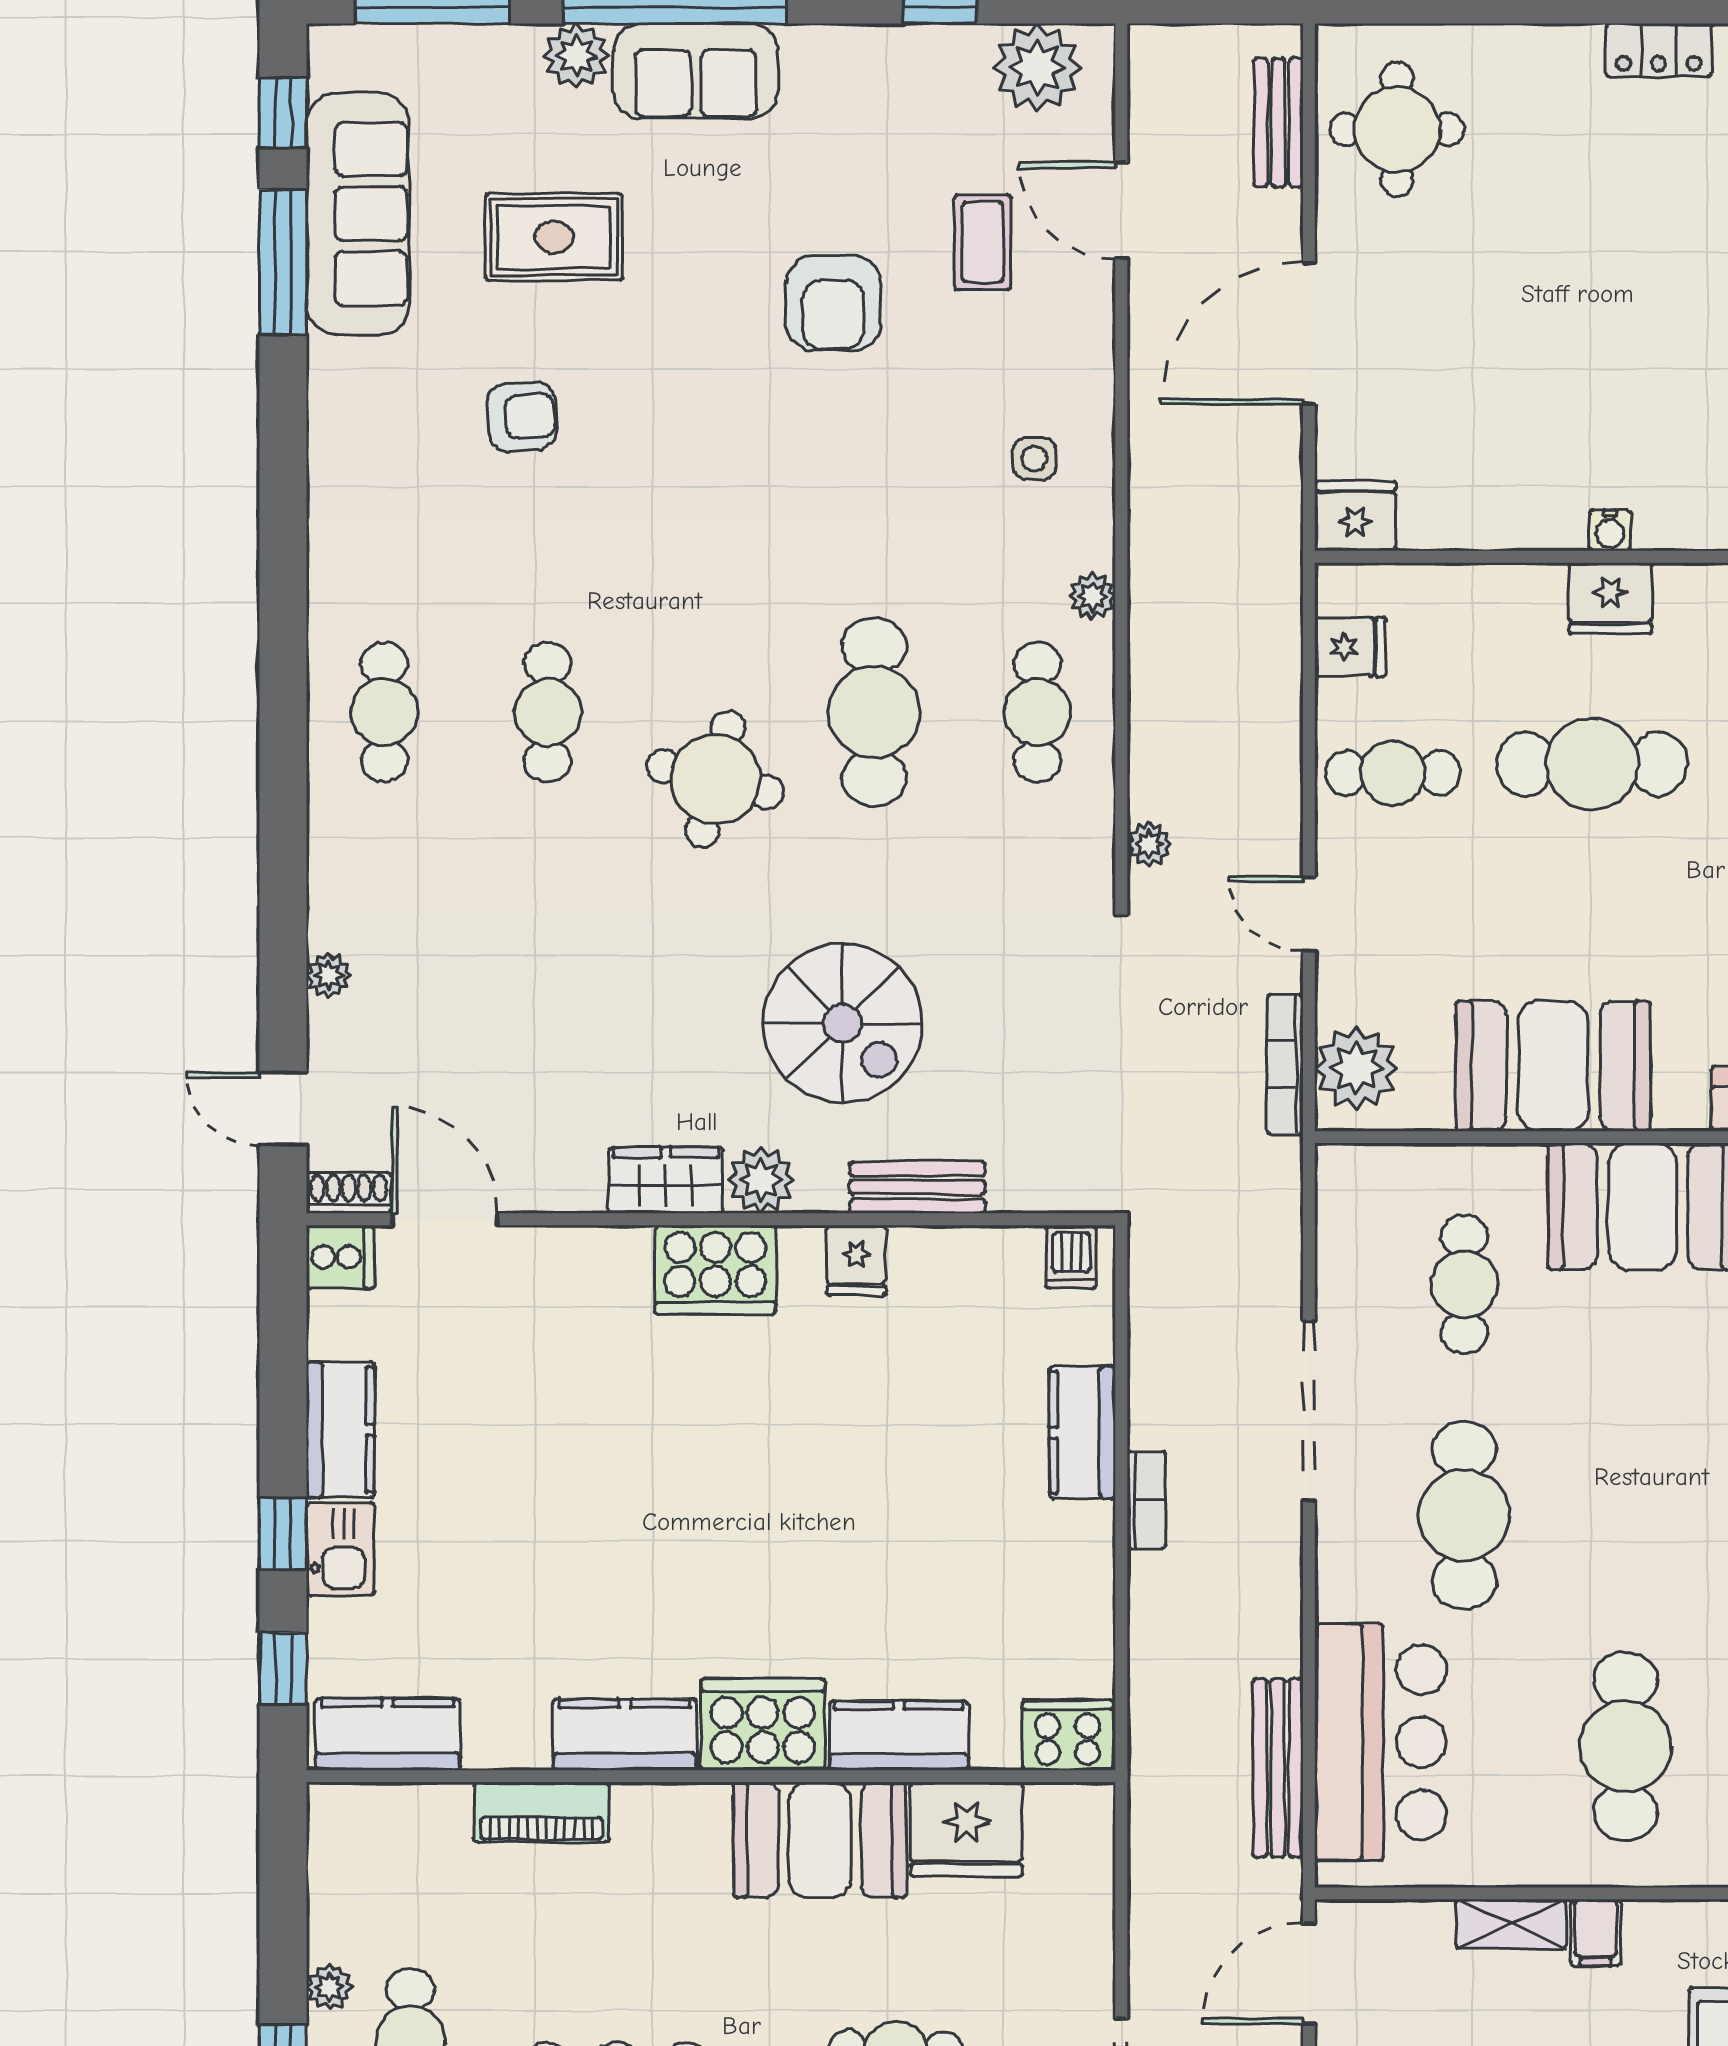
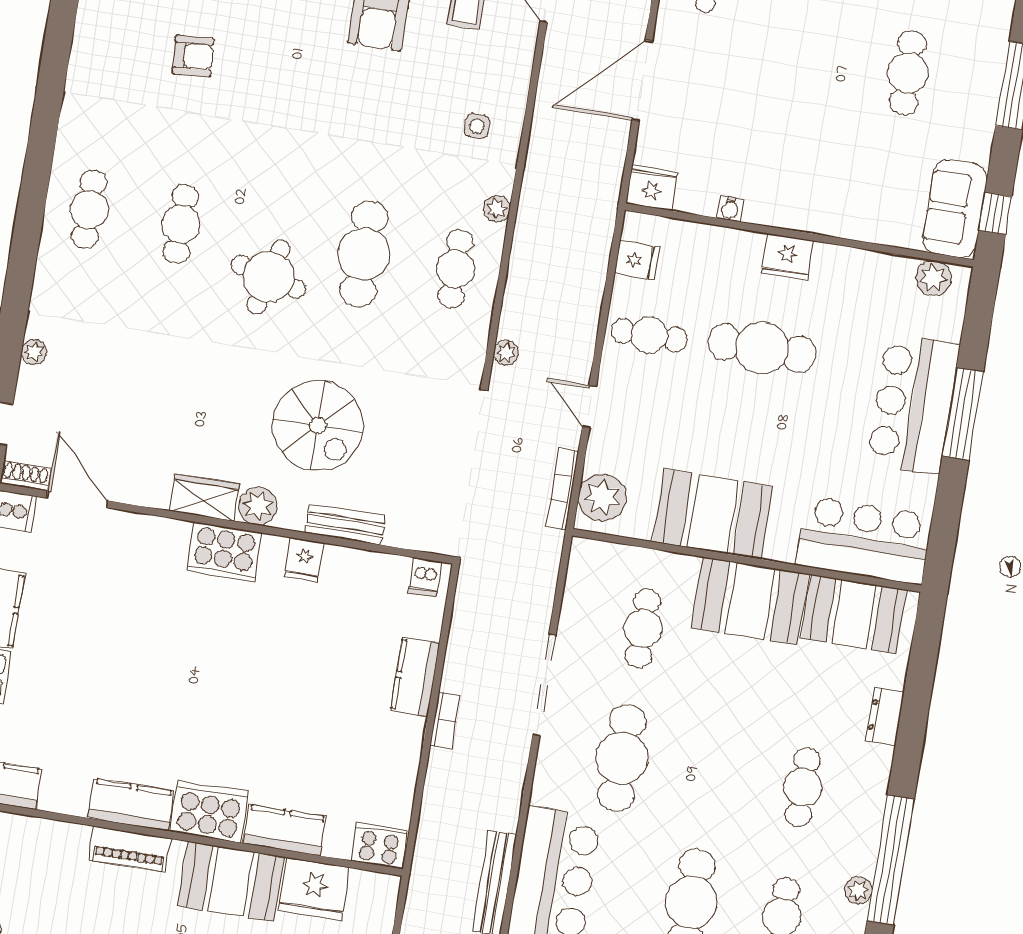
water cooler: (1610, 530) -> (730, 209), moved
piano: (542, 1812) -> (130, 849), moved

